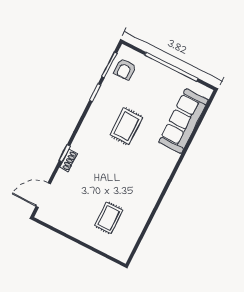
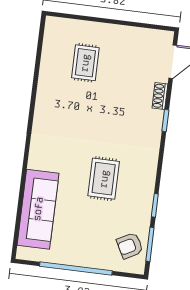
armchair: (125, 69) -> (130, 246), turned -118
shoe rack: (68, 160) -> (160, 96), moved

